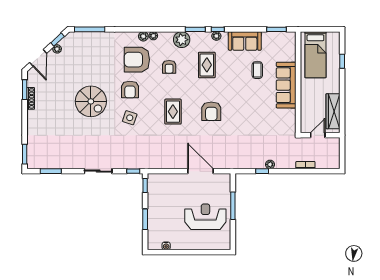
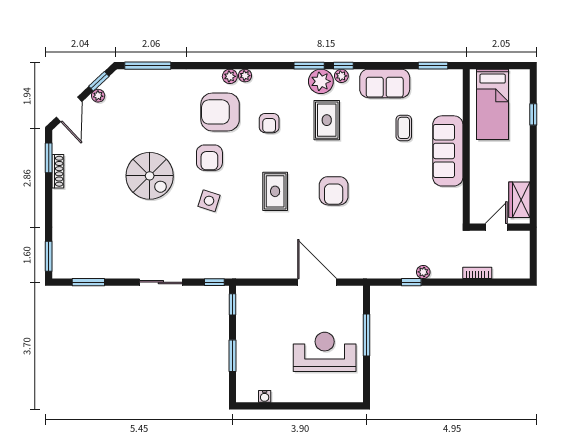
plant: (182, 40) -> (321, 81), moved
wardrobe: (333, 111) -> (519, 200), width x0.67

